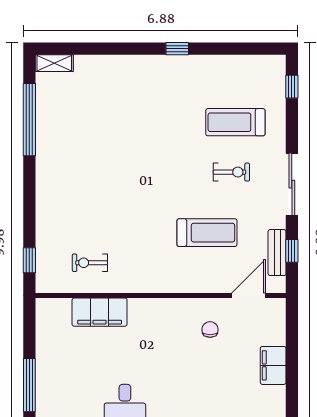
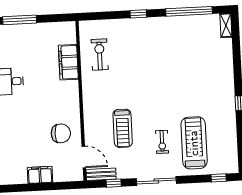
treadmill: (235, 122) -> (194, 143), width x1.37, depth x1.38
bench: (277, 253) -> (101, 174), moved
window: (29, 260) -> (138, 14), moved
exercise bike: (90, 263) -> (100, 55), width x1.38, depth x1.39
chair: (210, 330) -> (61, 133), width x1.87, depth x1.87

